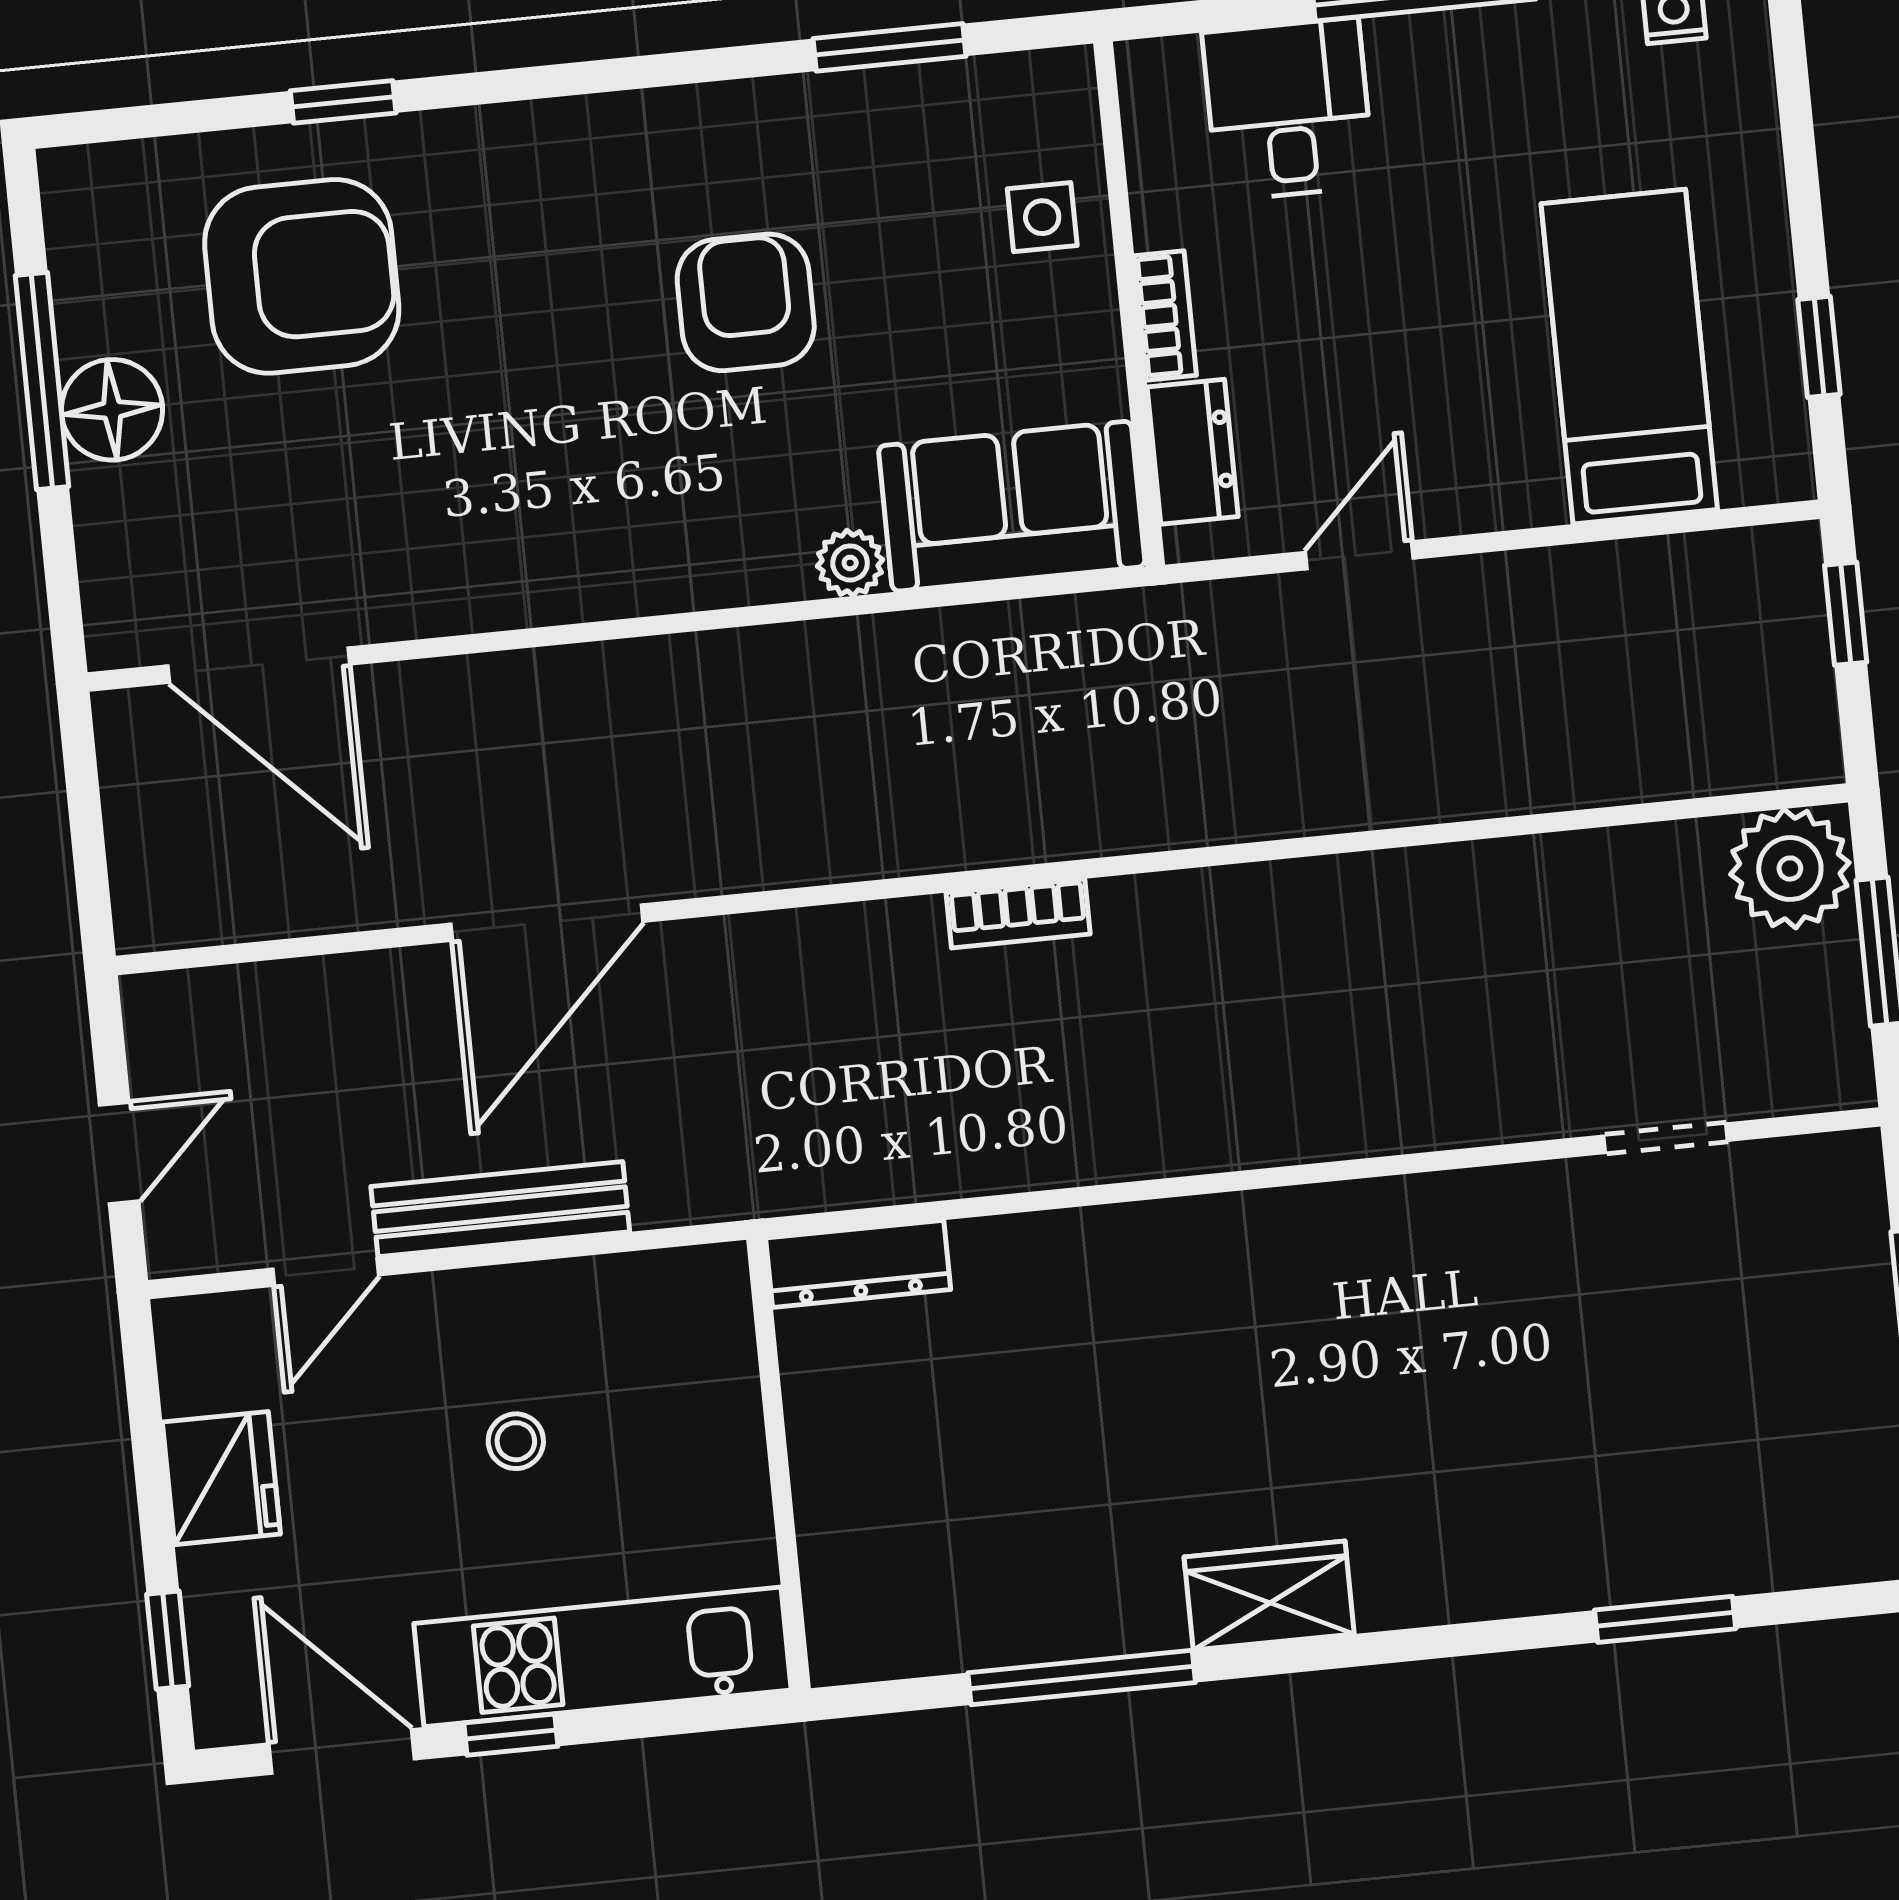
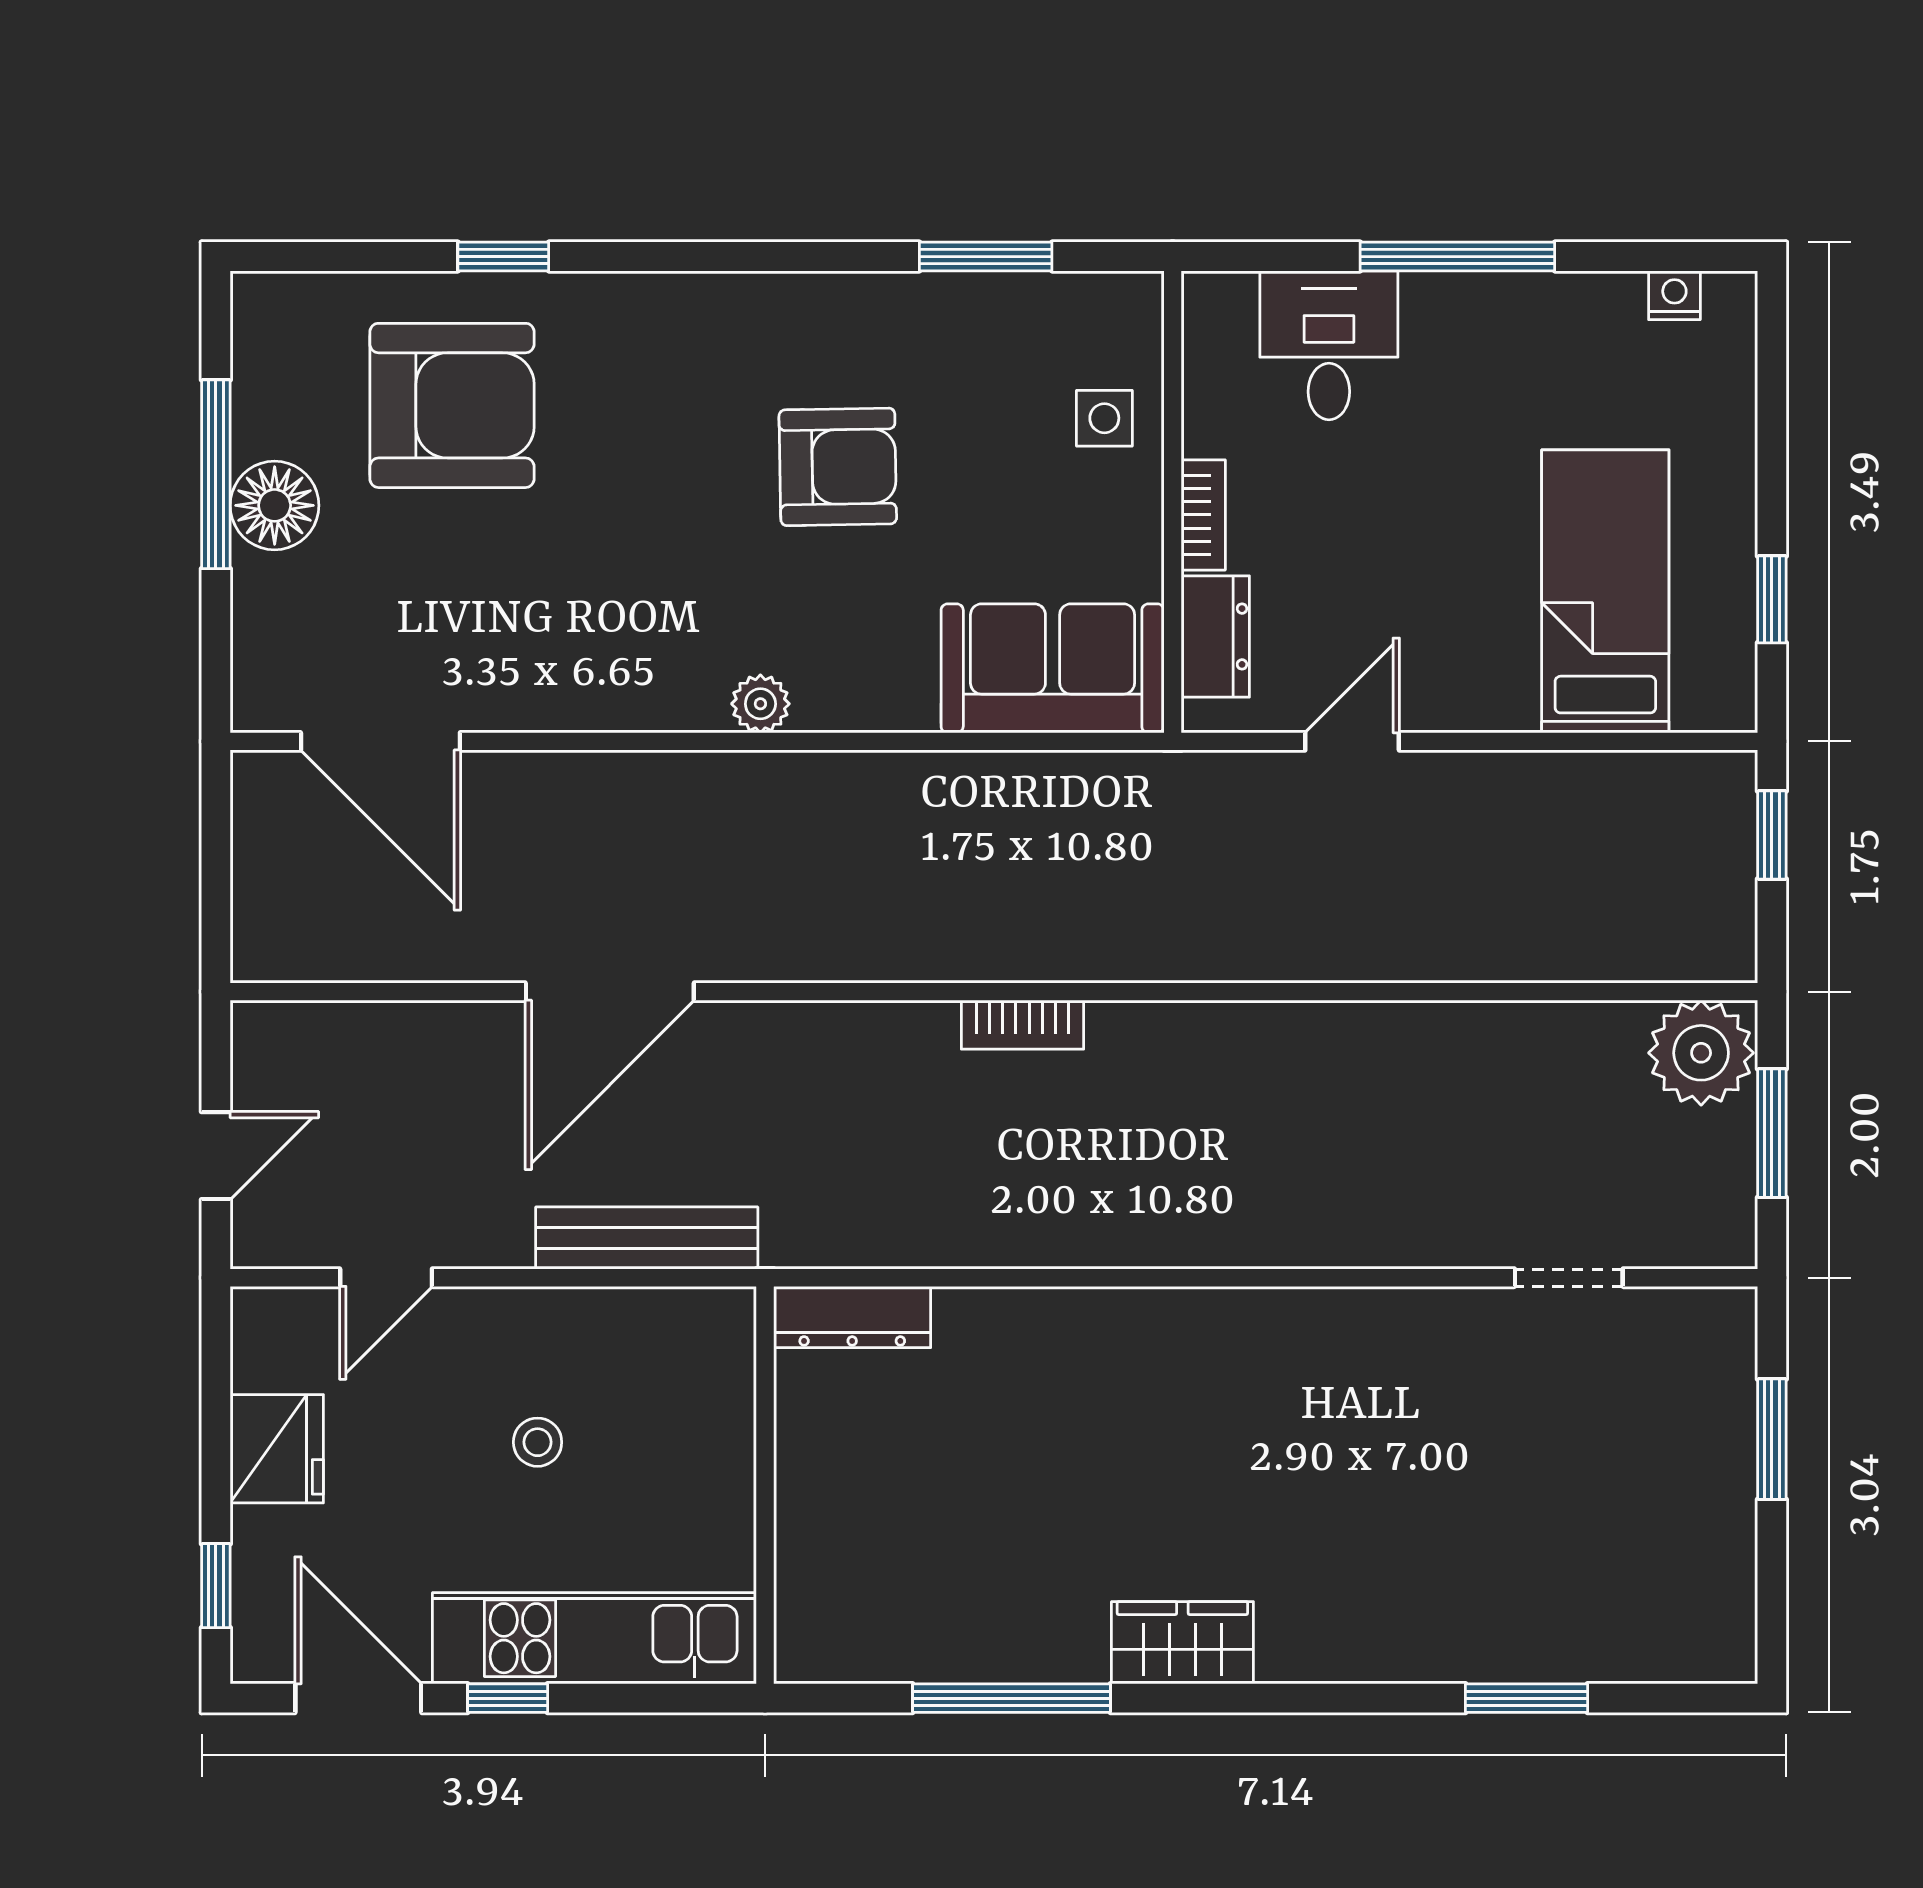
armchair: (746, 302) -> (838, 467), turned 89
plant: (850, 563) -> (760, 704), moved
bench: (500, 1209) -> (647, 1238), moved

